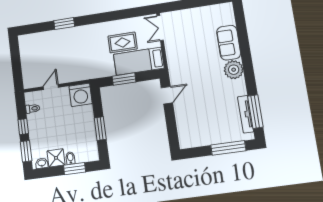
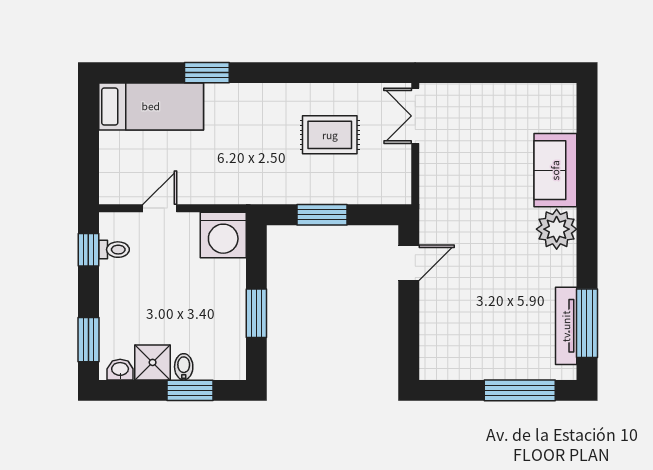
bed: (139, 61) -> (151, 106), moved, turned 180
window: (23, 127) -> (88, 250), moved

